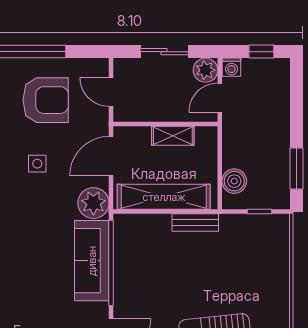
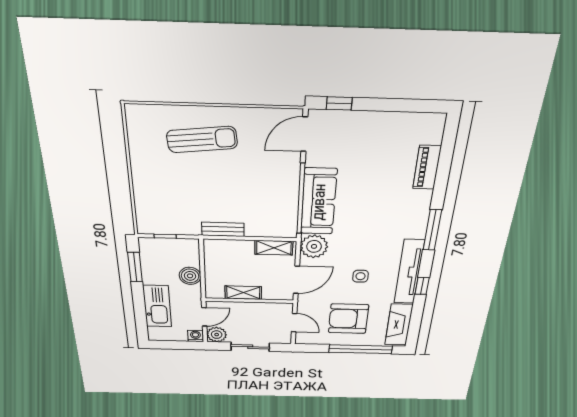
window: (261, 52) -> (172, 345), removed
kitchen sink: (275, 112) -> (157, 306), added
boiler: (234, 181) -> (190, 276), moved
shelving: (164, 197) -> (274, 248), width x0.45, depth x0.75

